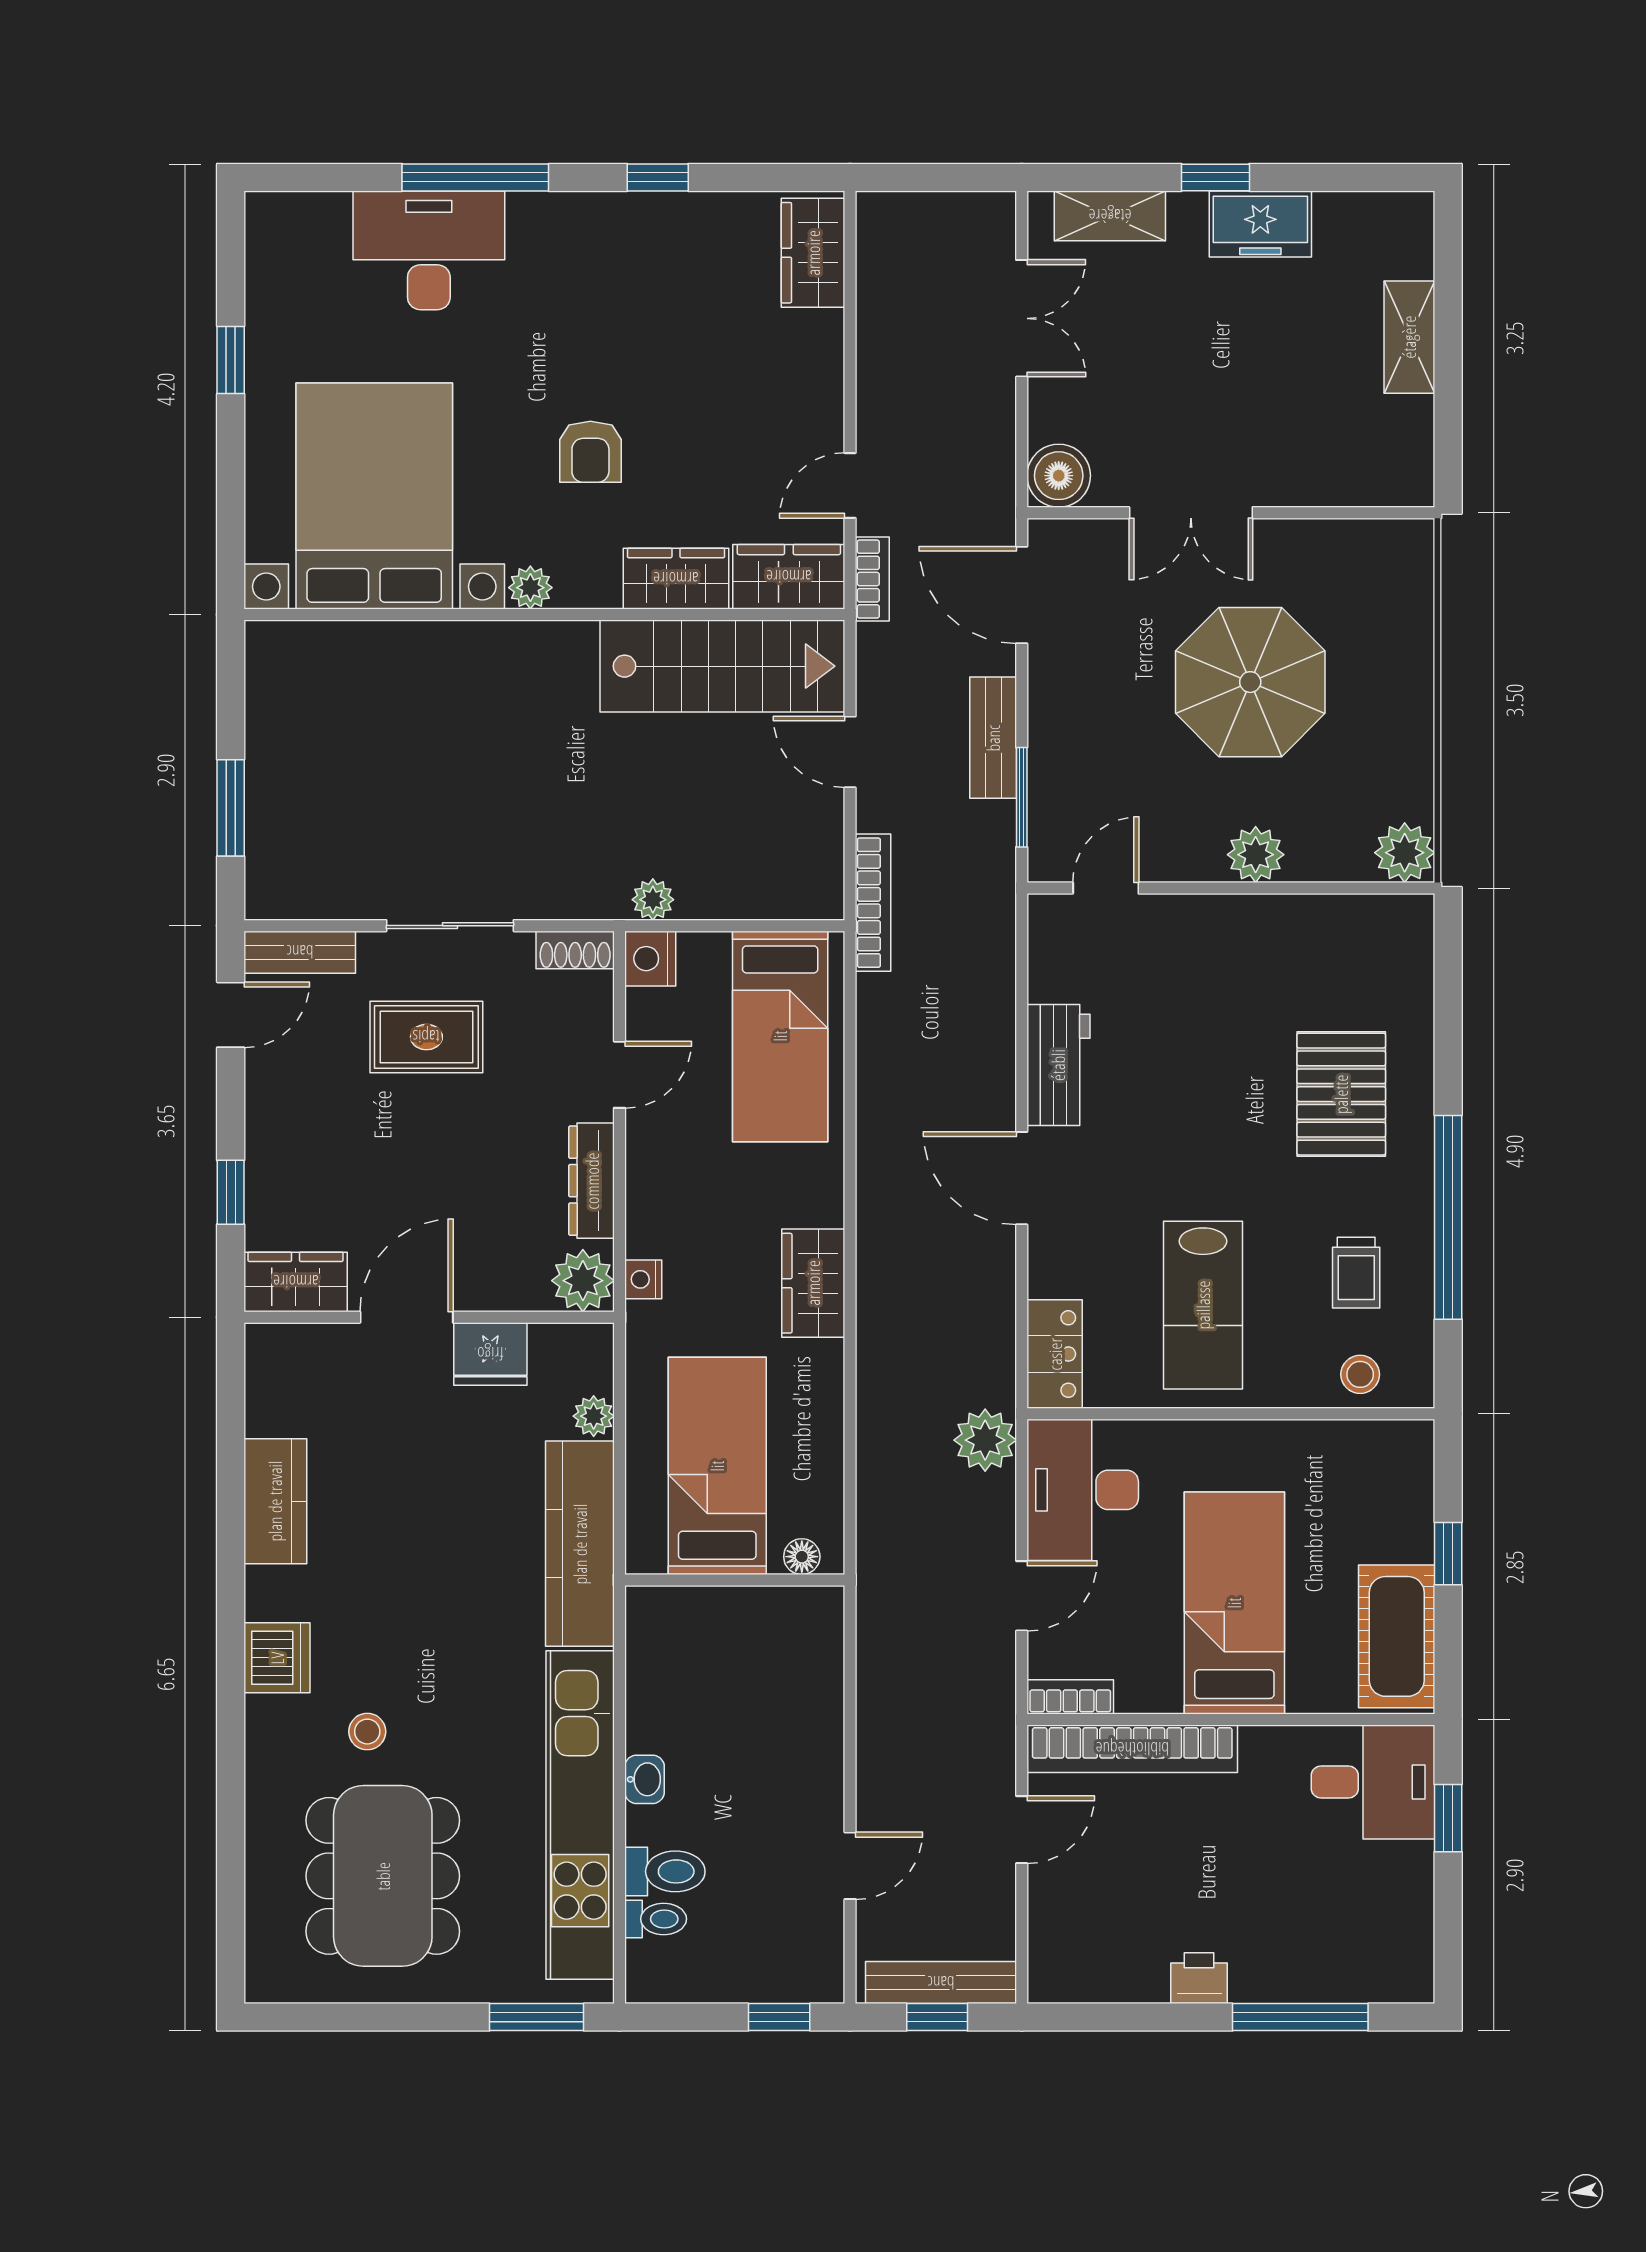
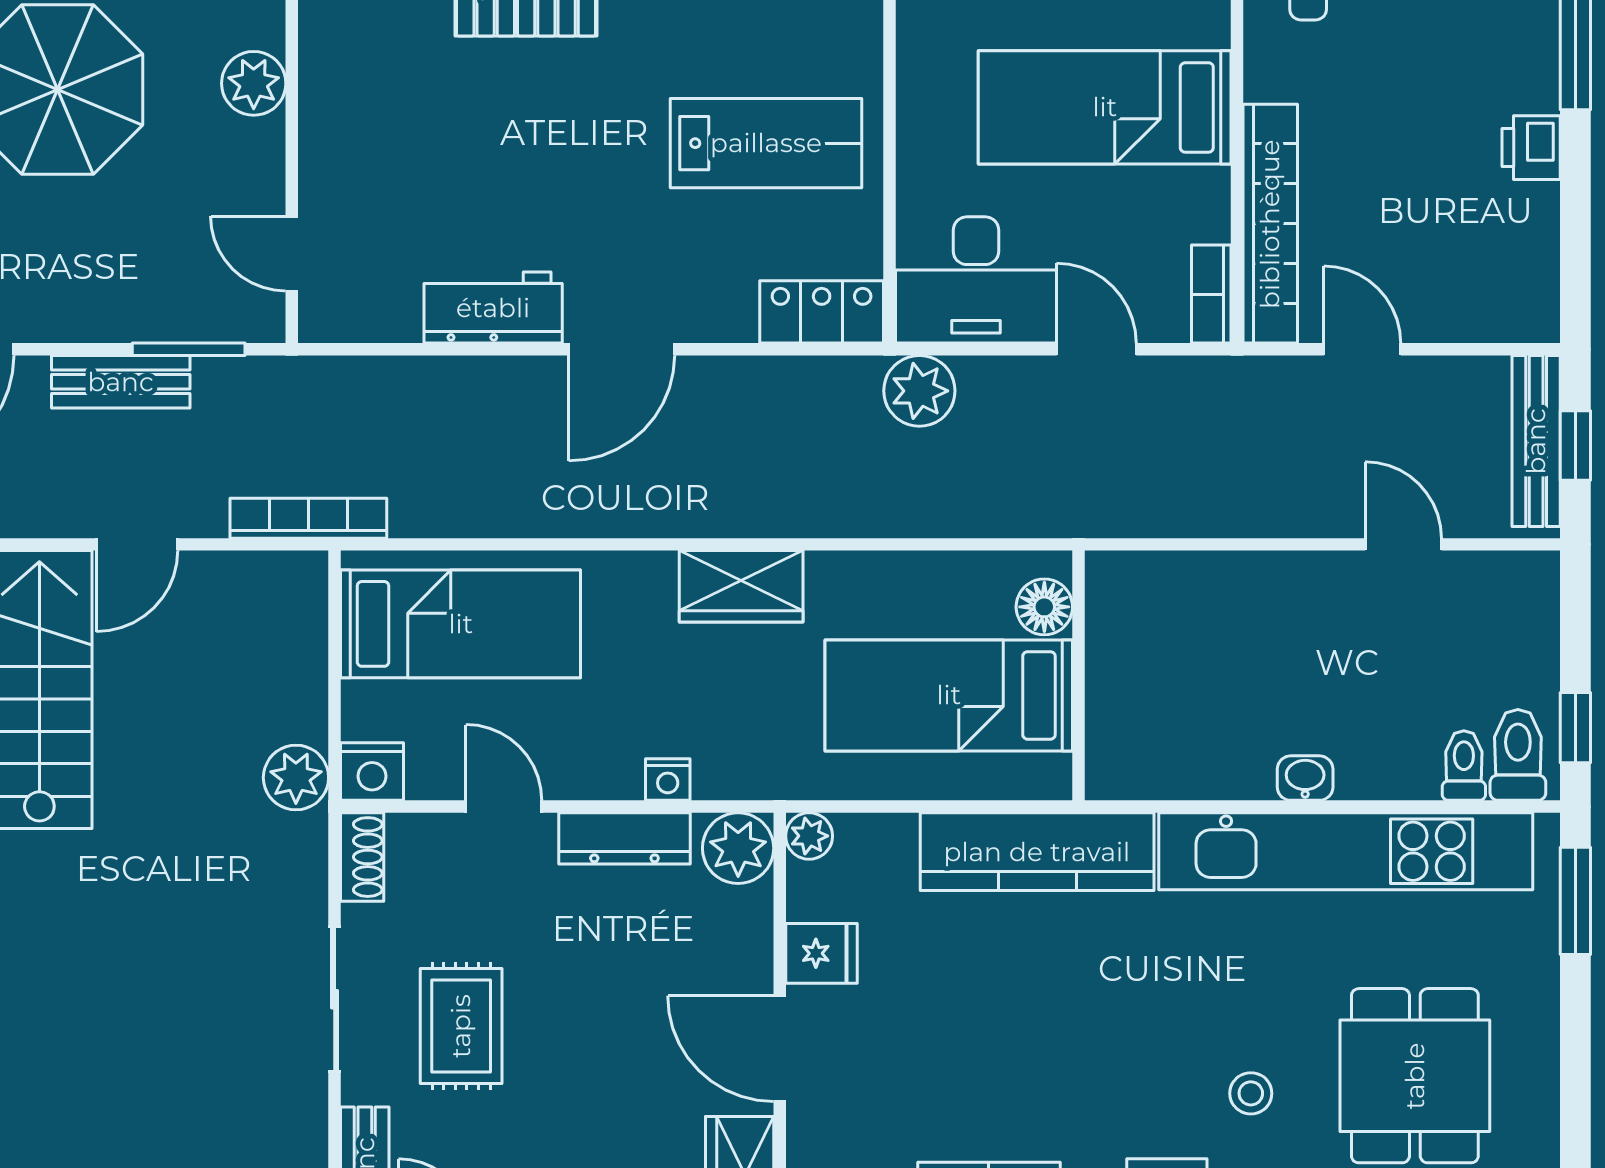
plant: (653, 900) -> (296, 778), width x1.38, depth x1.38
nightstand: (643, 1279) -> (668, 780), moved
fridge: (490, 1354) -> (821, 953), width x0.72
plant: (594, 1416) -> (809, 836), moved
floor lamp: (802, 1557) -> (1044, 607), width x1.37, depth x1.37
toilet: (665, 1871) -> (1518, 755), moved
dining table: (383, 1876) -> (1415, 1076), width x0.73
window: (779, 2017) -> (1575, 728), moved

